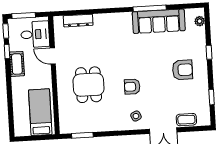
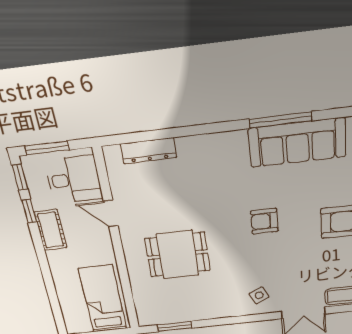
dining table: (89, 85) -> (178, 255), turned 90
armchair: (132, 87) -> (264, 221), moved

